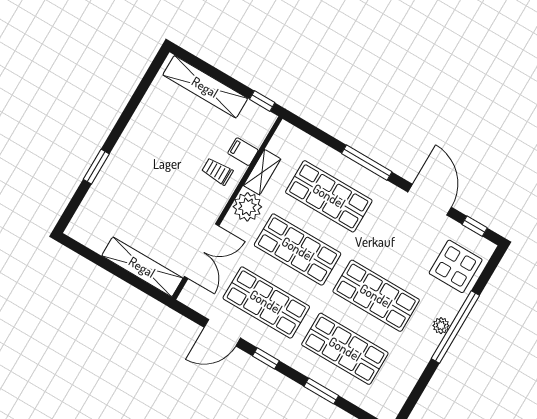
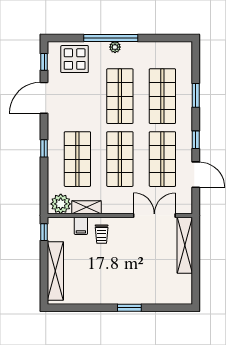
window: (367, 163) -> (44, 148), width x0.46
window: (96, 167) -> (129, 308), moved
plant: (247, 207) -> (61, 204), moved

